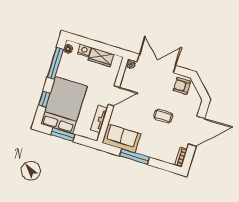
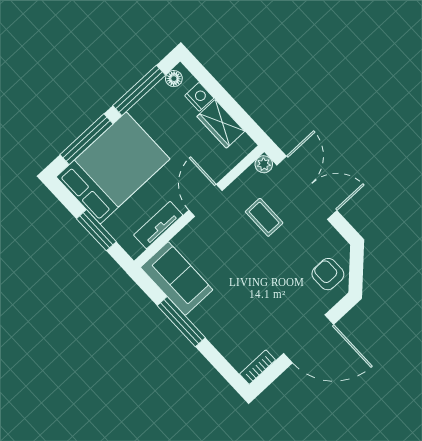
armchair: (182, 86) -> (328, 274), moved
door: (114, 96) -> (206, 200), swing flipped
window: (44, 99) -> (87, 139), width x2.17
coffee table: (163, 116) -> (264, 217), moved
window: (63, 135) -> (96, 230), moved

